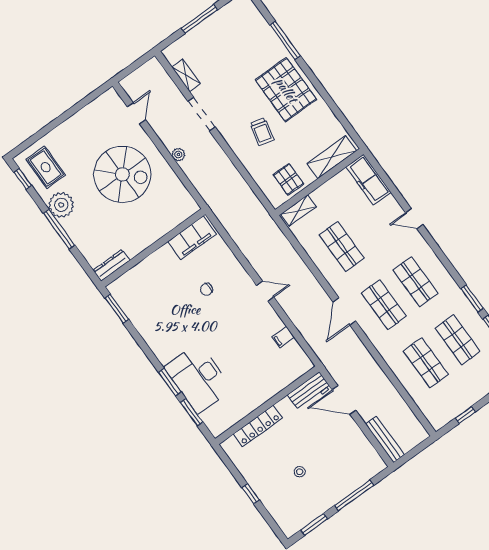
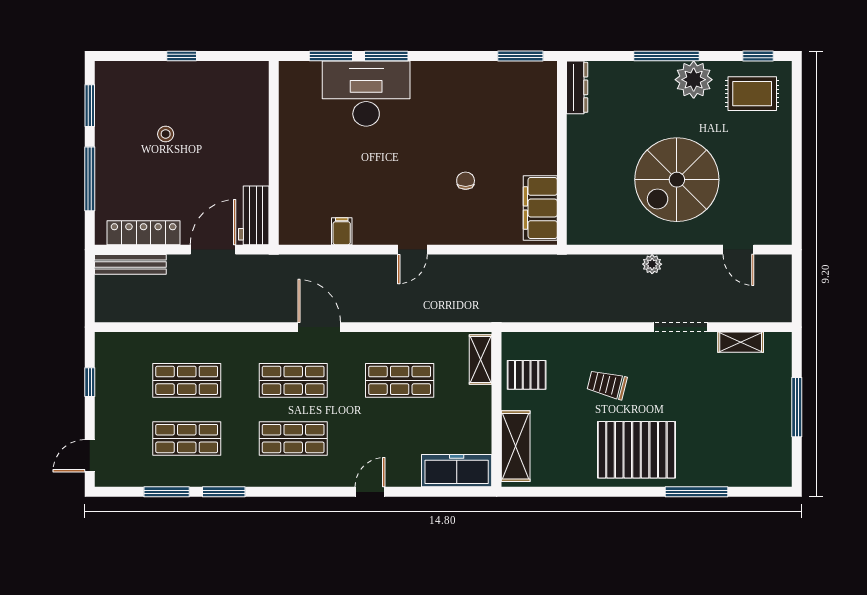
locker: (258, 426) -> (144, 233), moved, turned 90

